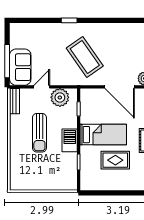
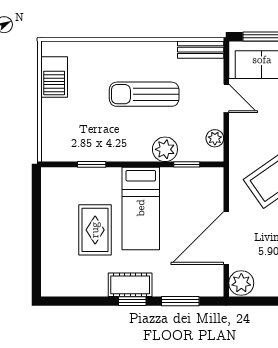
plant: (60, 97) -> (215, 138), width x0.53, depth x0.53
plant: (70, 121) -> (165, 149), added
barbecue: (70, 140) -> (54, 77), moved, turned 90

